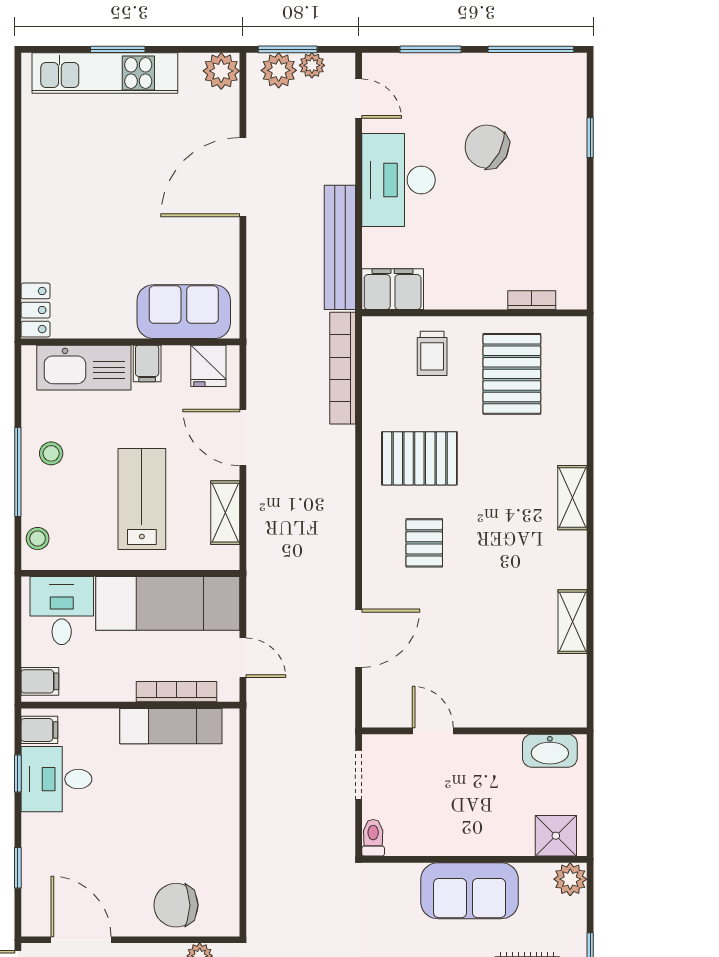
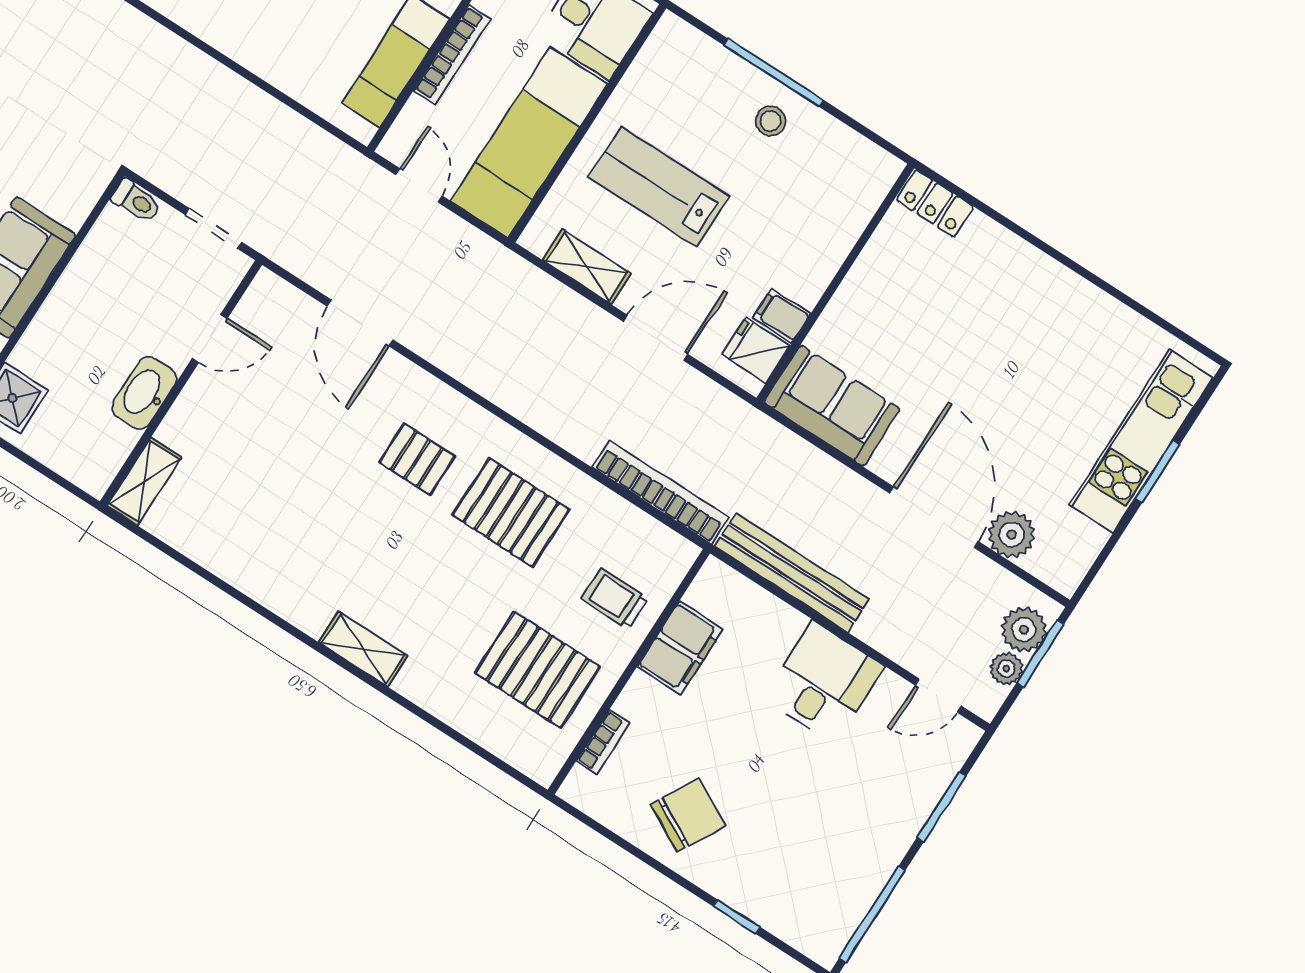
plant: (221, 71) -> (1012, 534), moved
chair: (487, 147) -> (688, 815), moved
desk: (398, 180) -> (824, 682), width x0.73
filing cabinet: (393, 289) -> (680, 648), moved
sofa: (184, 312) -> (832, 406), moved, turned -90
filing cabinet: (147, 363) -> (782, 316), moved
kitchen sink: (84, 368) -> (840, 215), removed
pallet: (419, 458) -> (511, 512), turned 90
lab bench: (142, 499) -> (659, 187), turned 180
stool: (38, 539) -> (689, 48), removed
shelving: (572, 622) -> (144, 482), moved, turned 90
door: (243, 658) -> (419, 185), swing flipped
bookcase: (176, 692) -> (452, 55), moved
washbasin: (550, 751) -> (144, 393), moved

